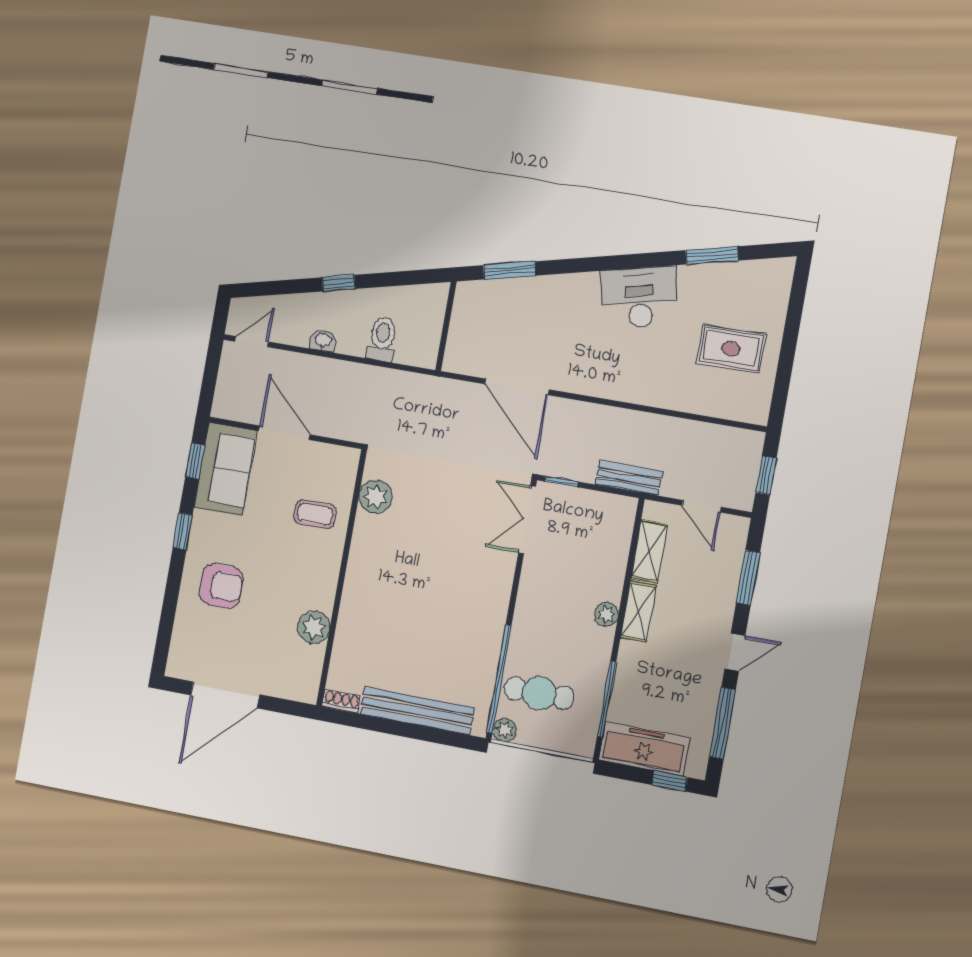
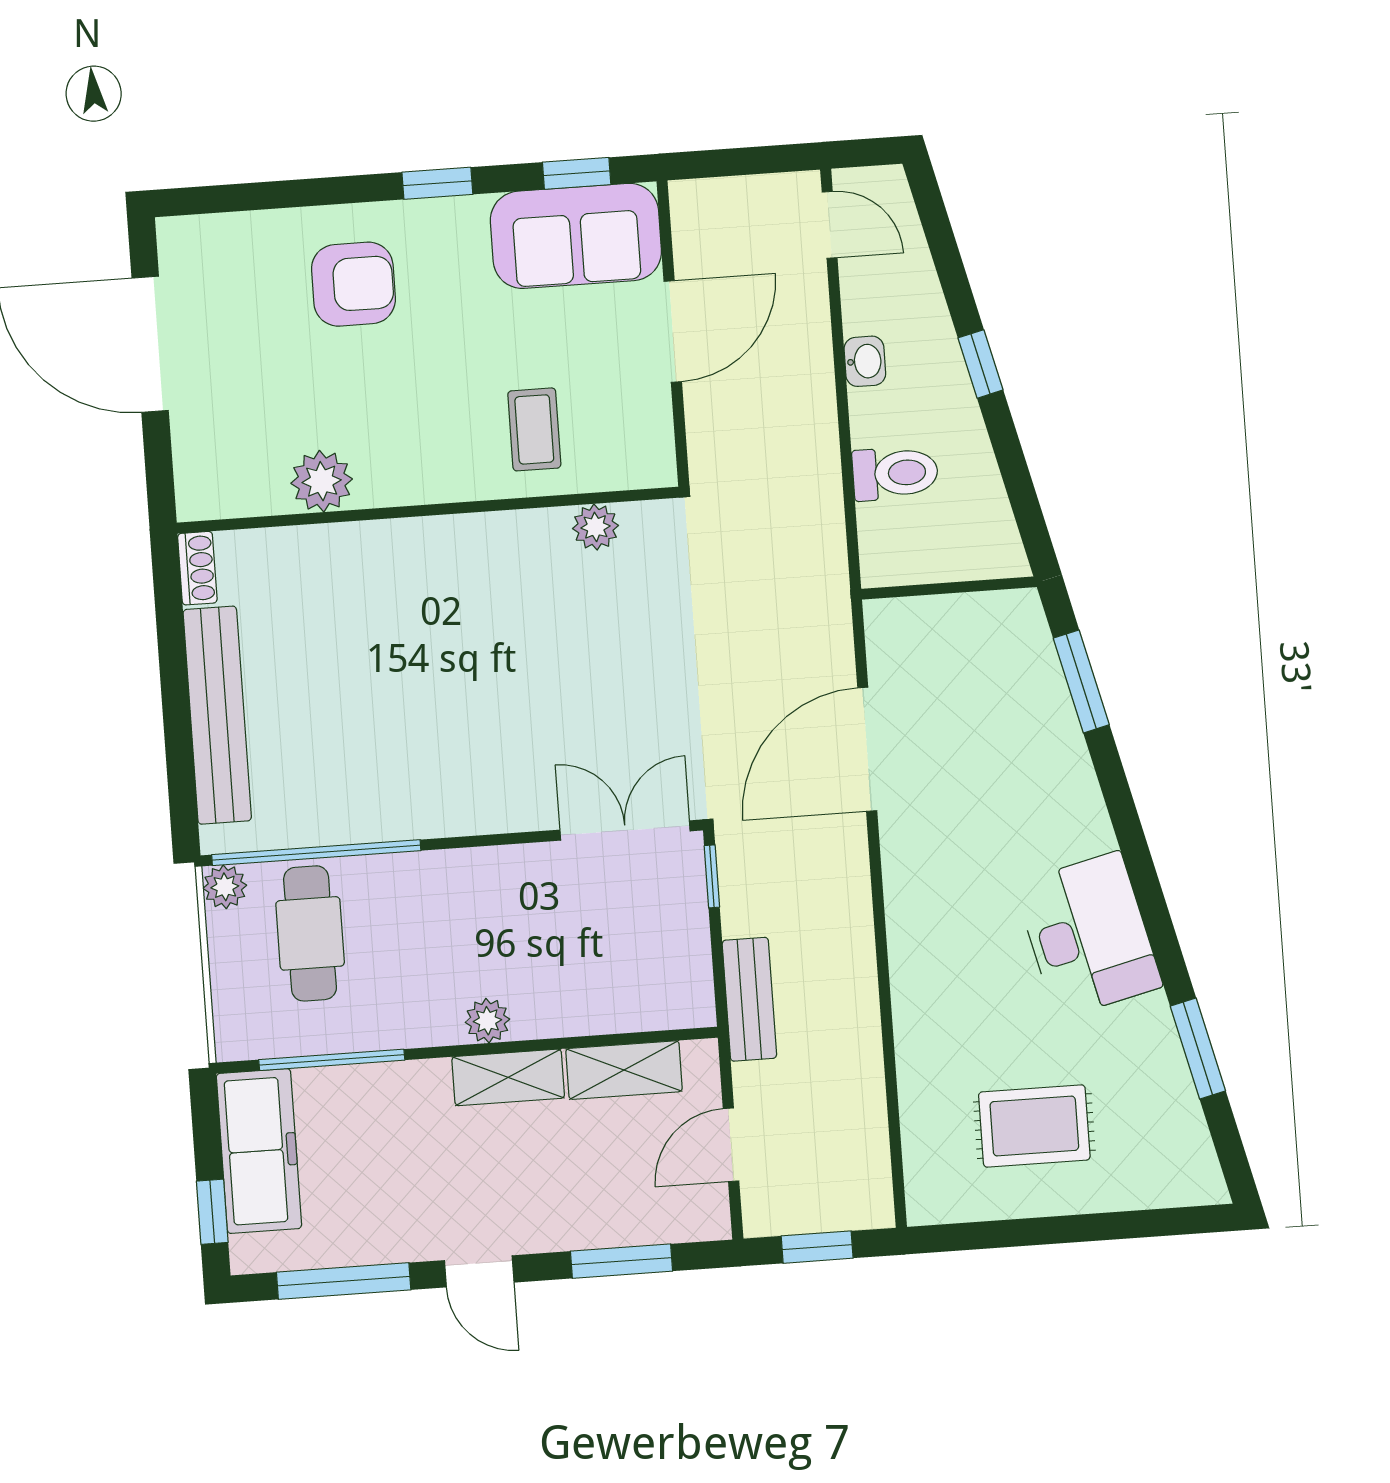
rug: (731, 349) -> (1034, 1126), turned 90
plant: (375, 497) -> (595, 527), width x0.73, depth x0.73
armchair: (221, 586) -> (353, 284), turned -90

